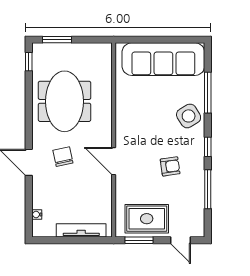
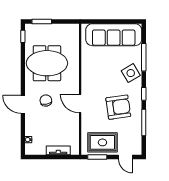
meeting table: (65, 101) -> (47, 63), turned 90
armchair: (170, 166) -> (118, 107), width x1.88, depth x1.88
tv unit: (81, 230) -> (58, 150), width x0.71

